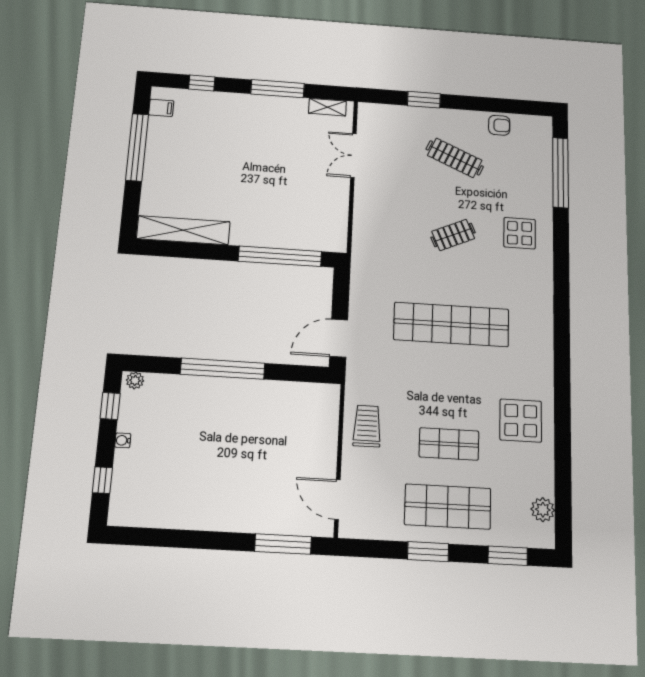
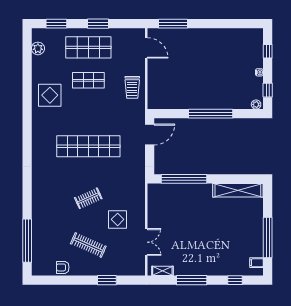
display table: (520, 233) -> (118, 219), moved

